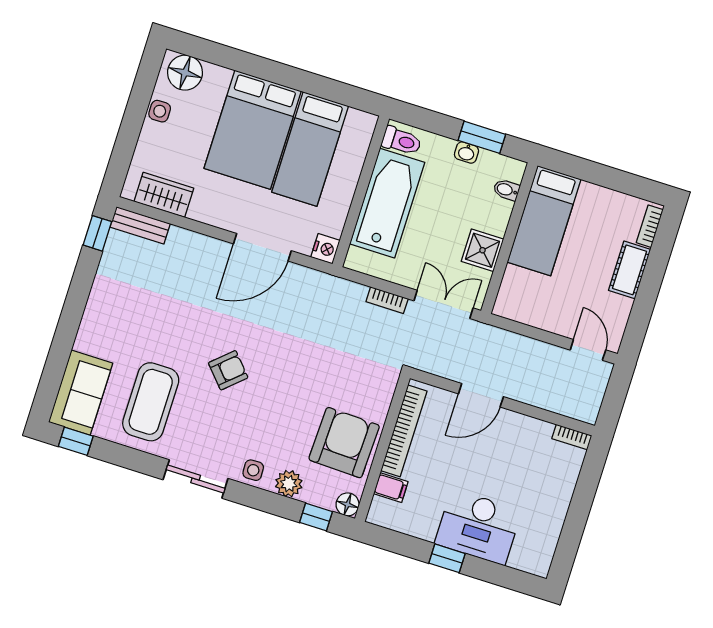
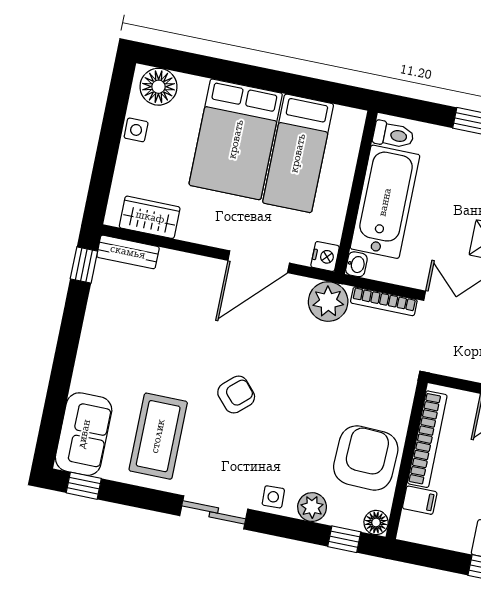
washbasin: (466, 153) -> (356, 264), moved, turned -90
plant: (324, 292) -> (328, 302), added
bookcase: (387, 300) -> (384, 301), width x1.56

